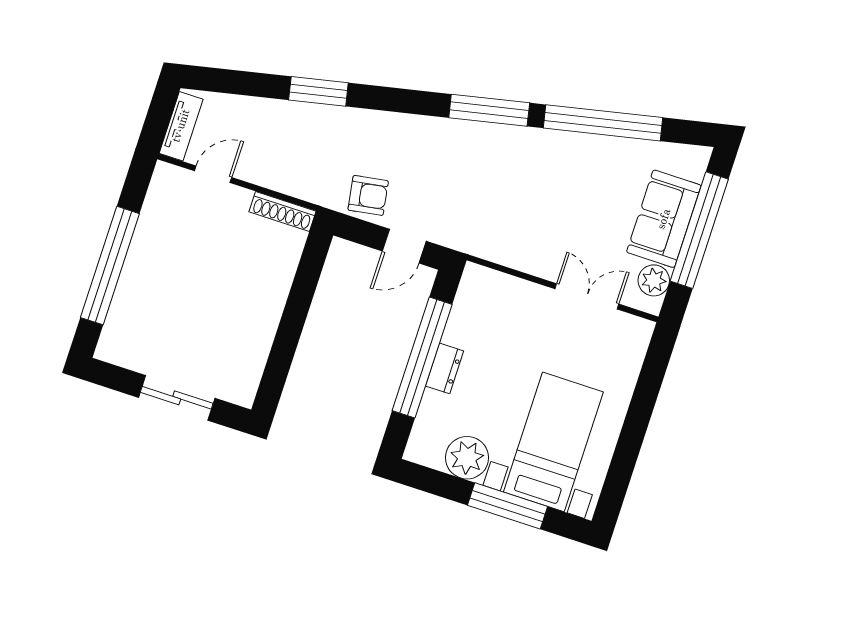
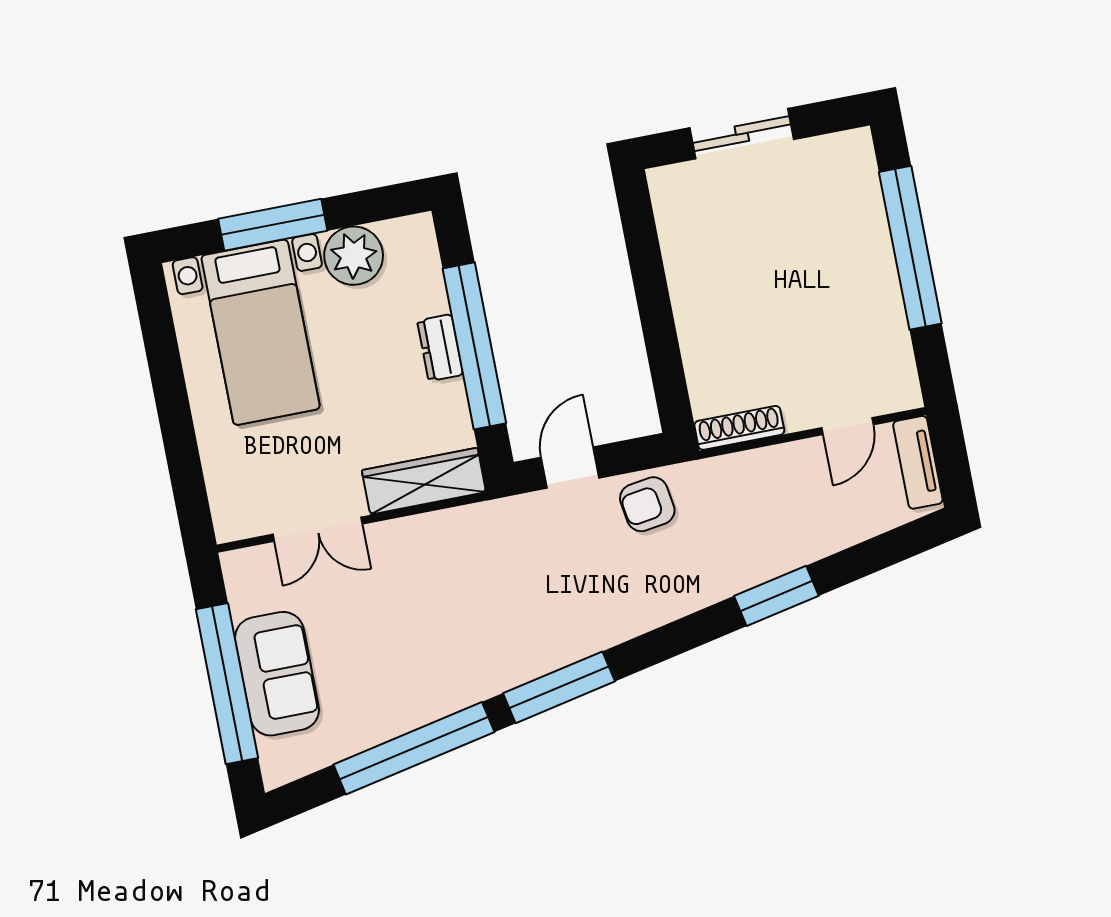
plant: (654, 280) -> (248, 593), removed
wardrobe: (502, 289) -> (424, 481), added

